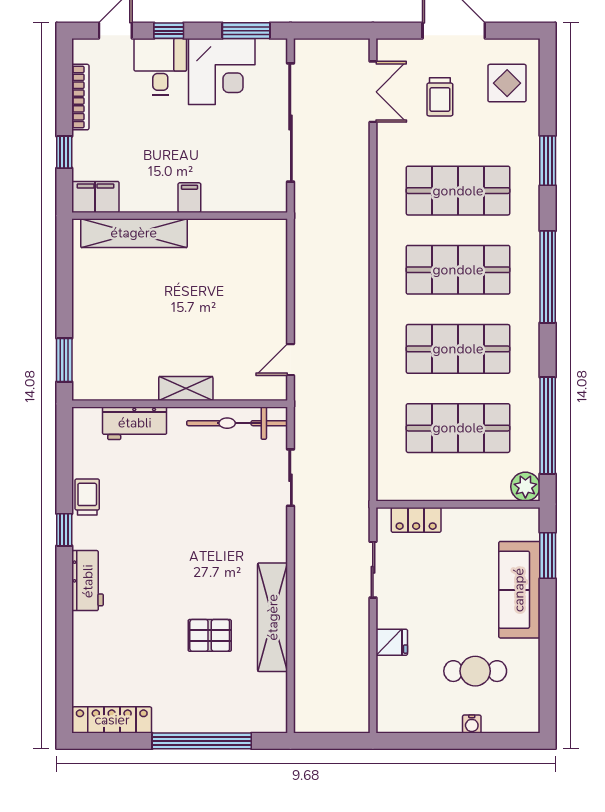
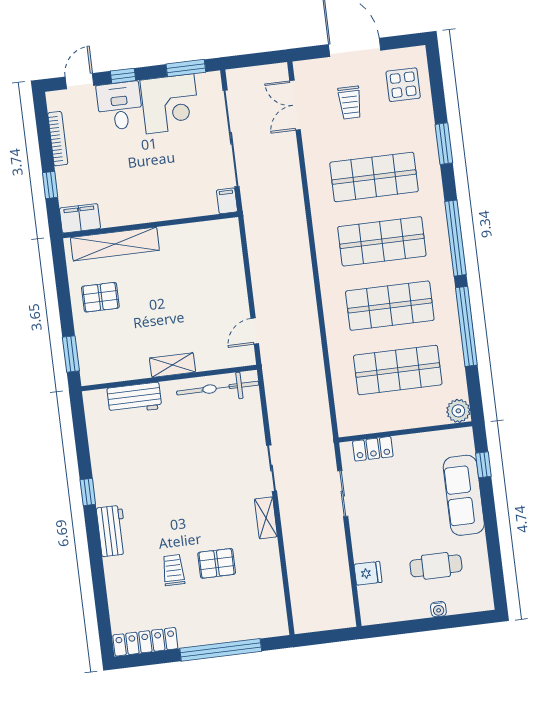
double door: (373, 92) -> (295, 105), swing flipped
filing cabinet: (189, 198) -> (227, 201), moved
pallet: (108, 296) -> (100, 297), added
window: (548, 425) -> (466, 326), moved
sliding door: (291, 478) -> (272, 468), moved
trolley: (87, 497) -> (173, 570), moved
window: (548, 556) -> (483, 465), width x0.67
shelving: (273, 617) -> (266, 518), width x0.45, depth x0.75
fridge: (392, 642) -> (368, 573), moved

